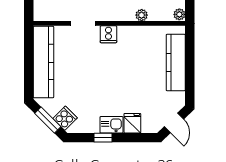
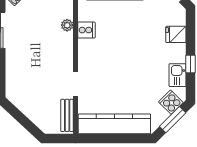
bench: (52, 15) -> (67, 115), added
cooker: (108, 34) -> (86, 30), moved
kitchen sink: (111, 125) -> (178, 75), moved

